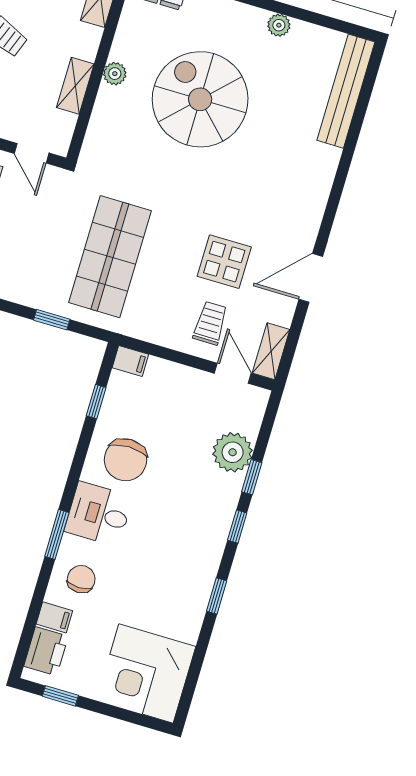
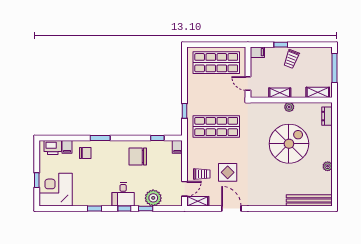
door: (32, 153) -> (248, 83), hinge flipped
desk: (99, 514) -> (123, 194), moved, turned 180
window: (60, 696) -> (37, 180), moved

